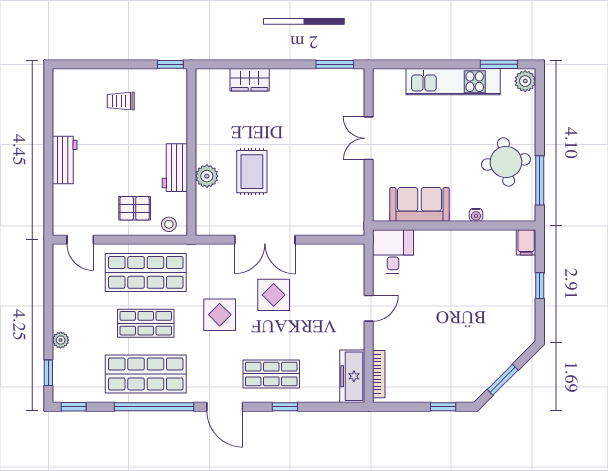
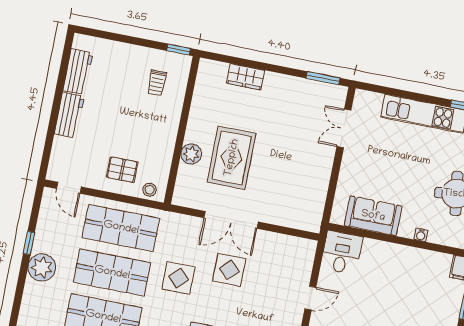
trolley: (121, 101) -> (157, 83), moved, turned -90
double door: (369, 138) -> (344, 128), moved
workbench: (175, 168) -> (78, 72), moved, turned 180
rug: (252, 172) -> (232, 158), width x1.36, depth x1.43
shop shelf: (146, 323) -> (112, 273), width x1.43, depth x1.36
plant: (61, 340) -> (42, 267), width x1.87, depth x1.87
window: (48, 373) -> (29, 243), moved

